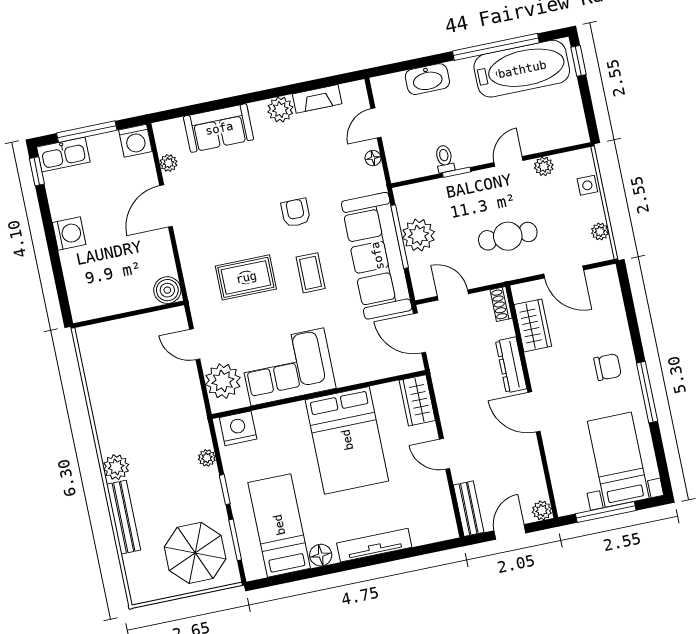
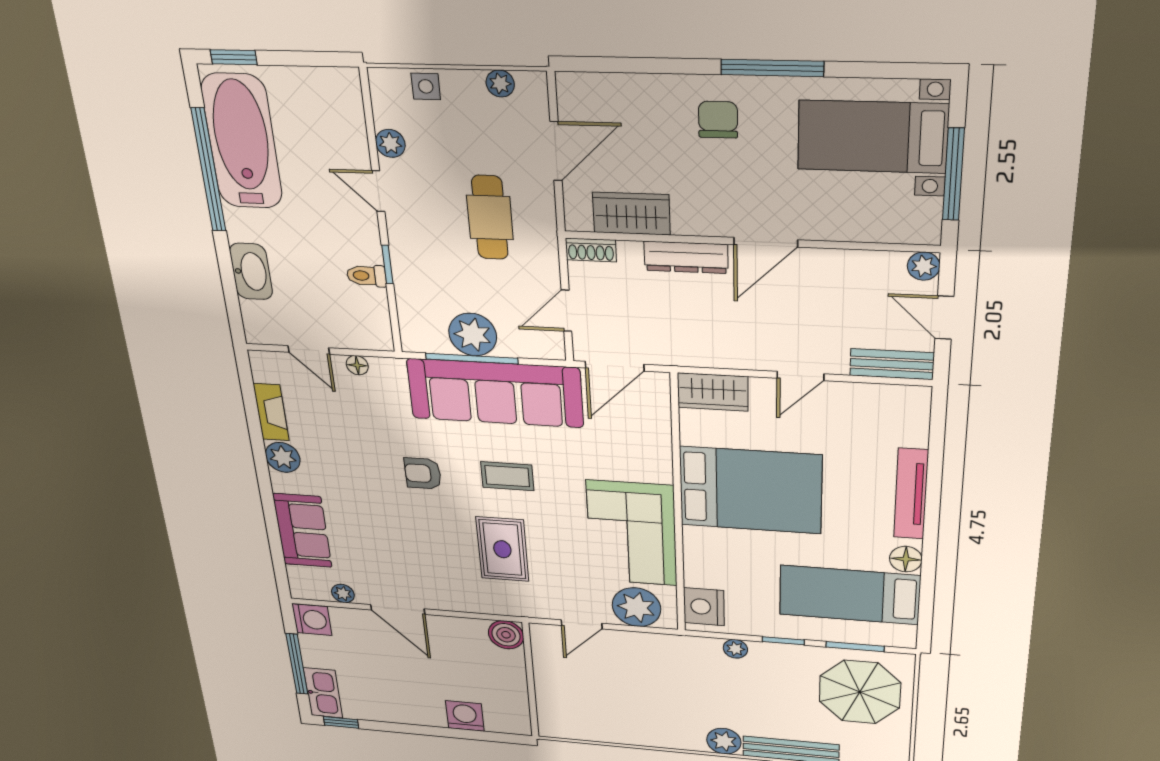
washing machine: (69, 234) -> (465, 716), moved

